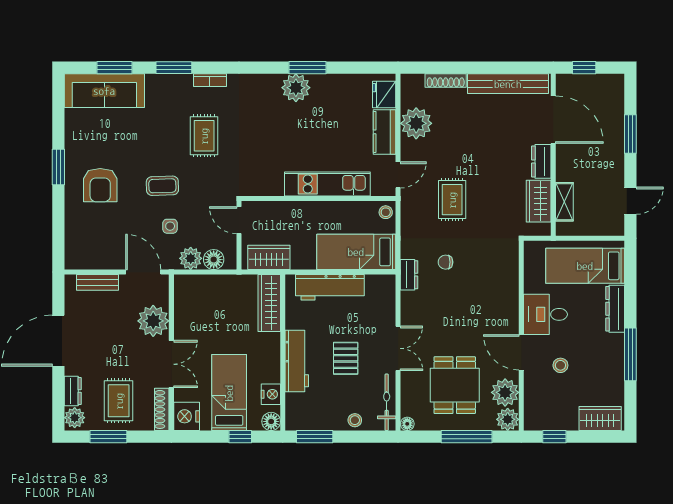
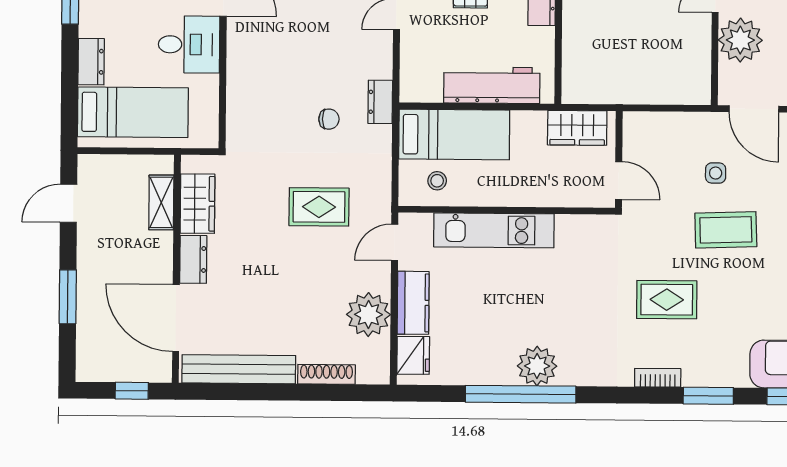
window: (307, 68) -> (521, 394), width x2.11
rug: (204, 136) -> (667, 300), turned 90
coffee table: (162, 186) -> (726, 230), width x1.36, depth x1.30
rug: (452, 200) -> (319, 207), turned 90
stool: (386, 212) -> (437, 181), moved
plant: (191, 258) -> (687, 128), removed
floor lamp: (214, 260) -> (655, 126), removed
wardrobe: (269, 303) -> (577, 64), removed
dresser: (615, 309) -> (91, 62), width x0.70

